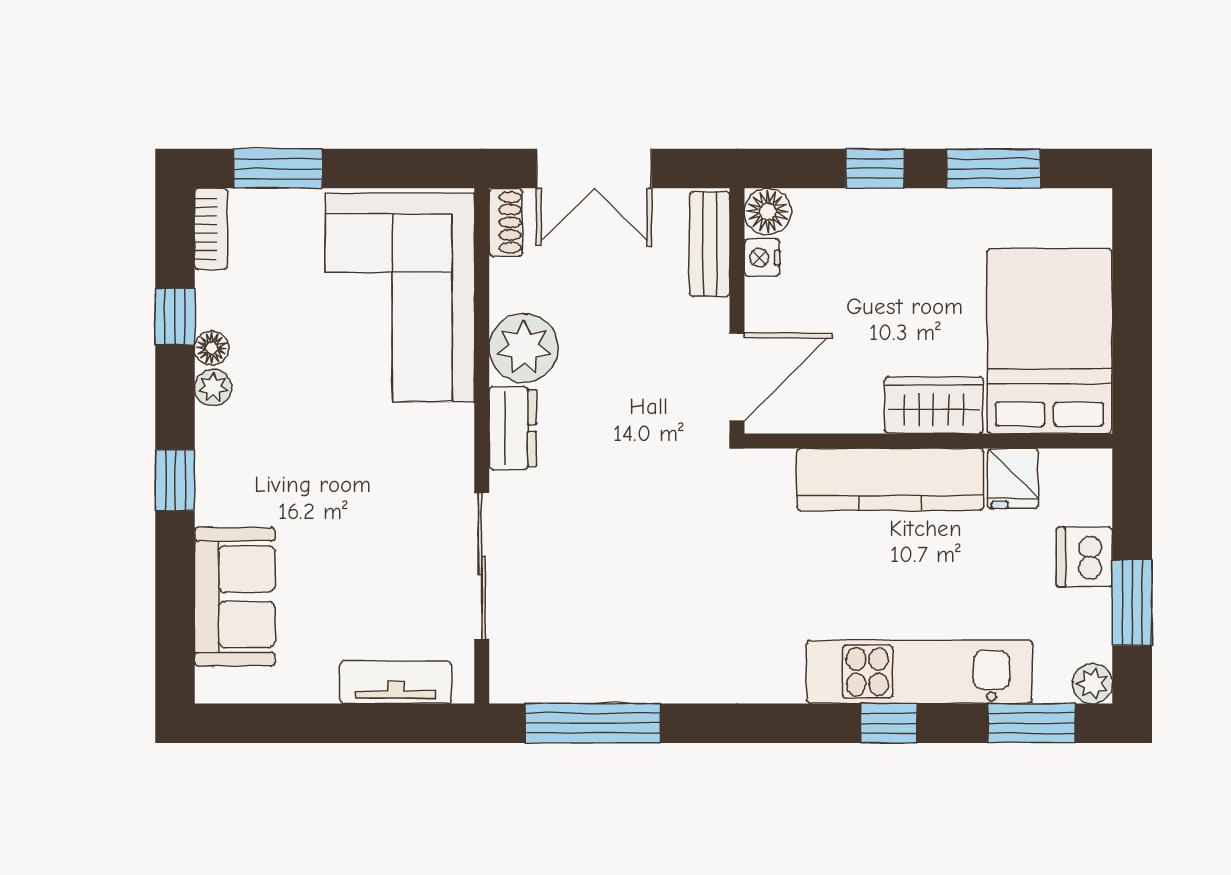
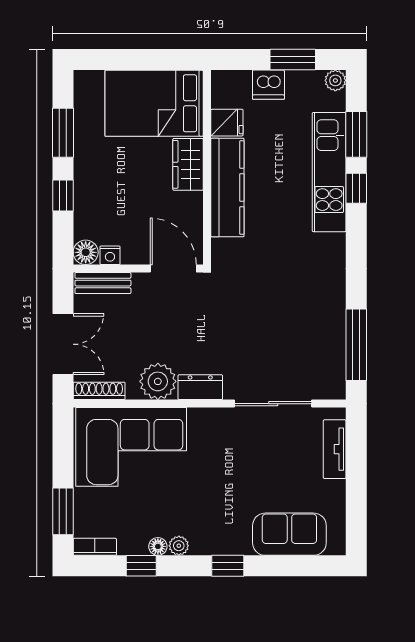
shoe rack: (506, 222) -> (99, 391), width x1.43
window: (1032, 723) -> (356, 134), moved

